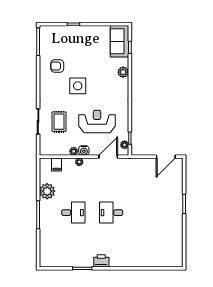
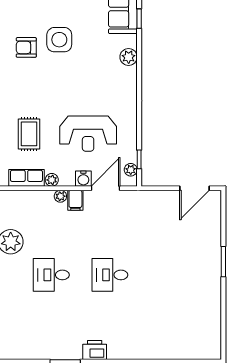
side table: (78, 86) -> (59, 40), moved
reception desk: (97, 121) -> (88, 134), turned 180
row of seats: (57, 150) -> (26, 178), added
water cooler: (84, 151) -> (83, 179), moved
filing cabinet: (57, 164) -> (75, 200), moved
desk: (73, 213) -> (51, 275), turned 180

